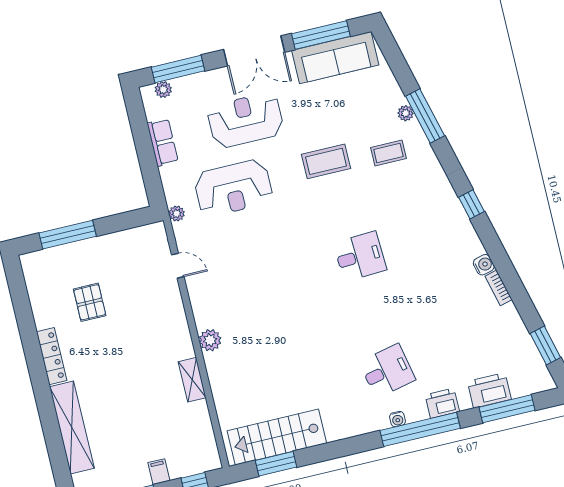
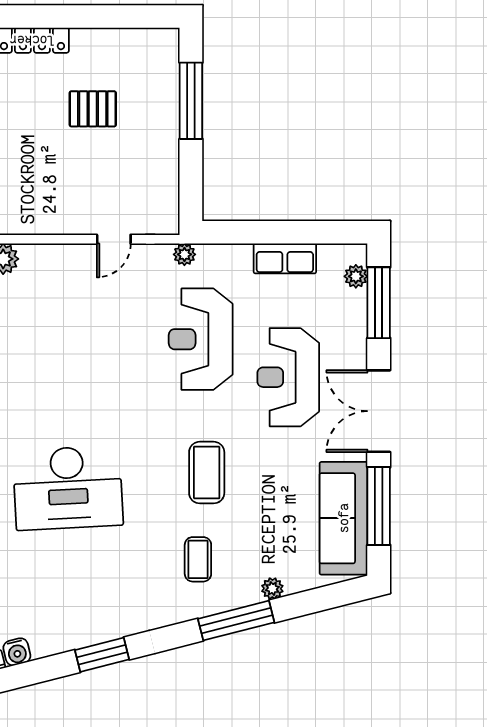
plant: (406, 113) -> (272, 589), moved
reception desk: (245, 120) -> (288, 377), turned 180
window: (471, 204) -> (102, 655), width x1.50
desk: (360, 256) -> (68, 488), width x1.87, depth x1.30

